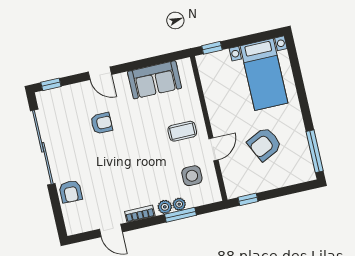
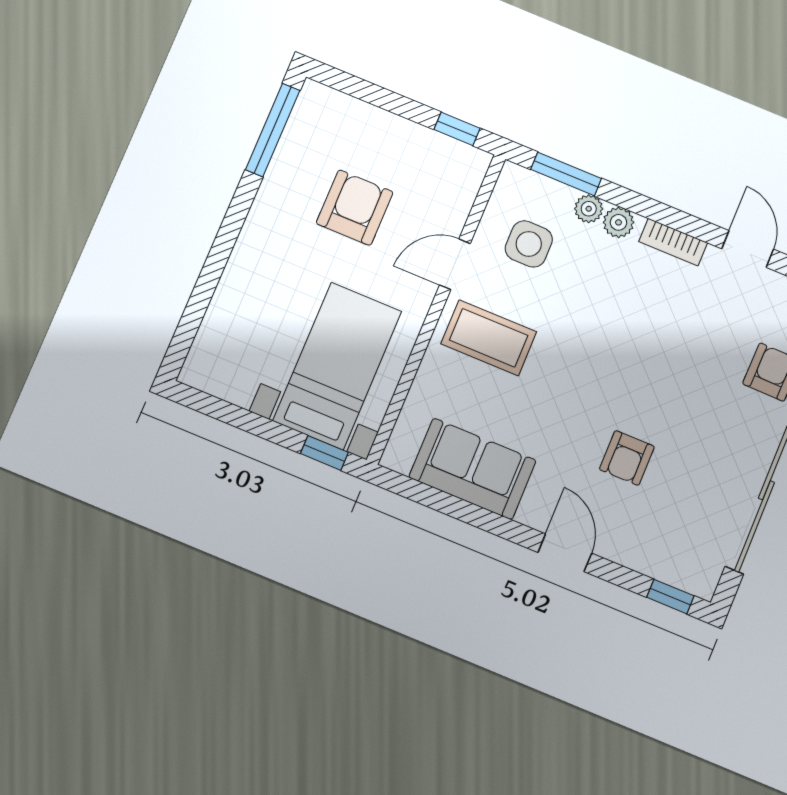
bed with nightstands: (264, 74) -> (337, 366), moved
armchair: (102, 123) -> (627, 458), turned -90
coffee table: (182, 131) -> (489, 338), width x1.36, depth x1.30
armchair: (265, 144) -> (355, 208), turned -64
window: (180, 215) -> (566, 174), moved

